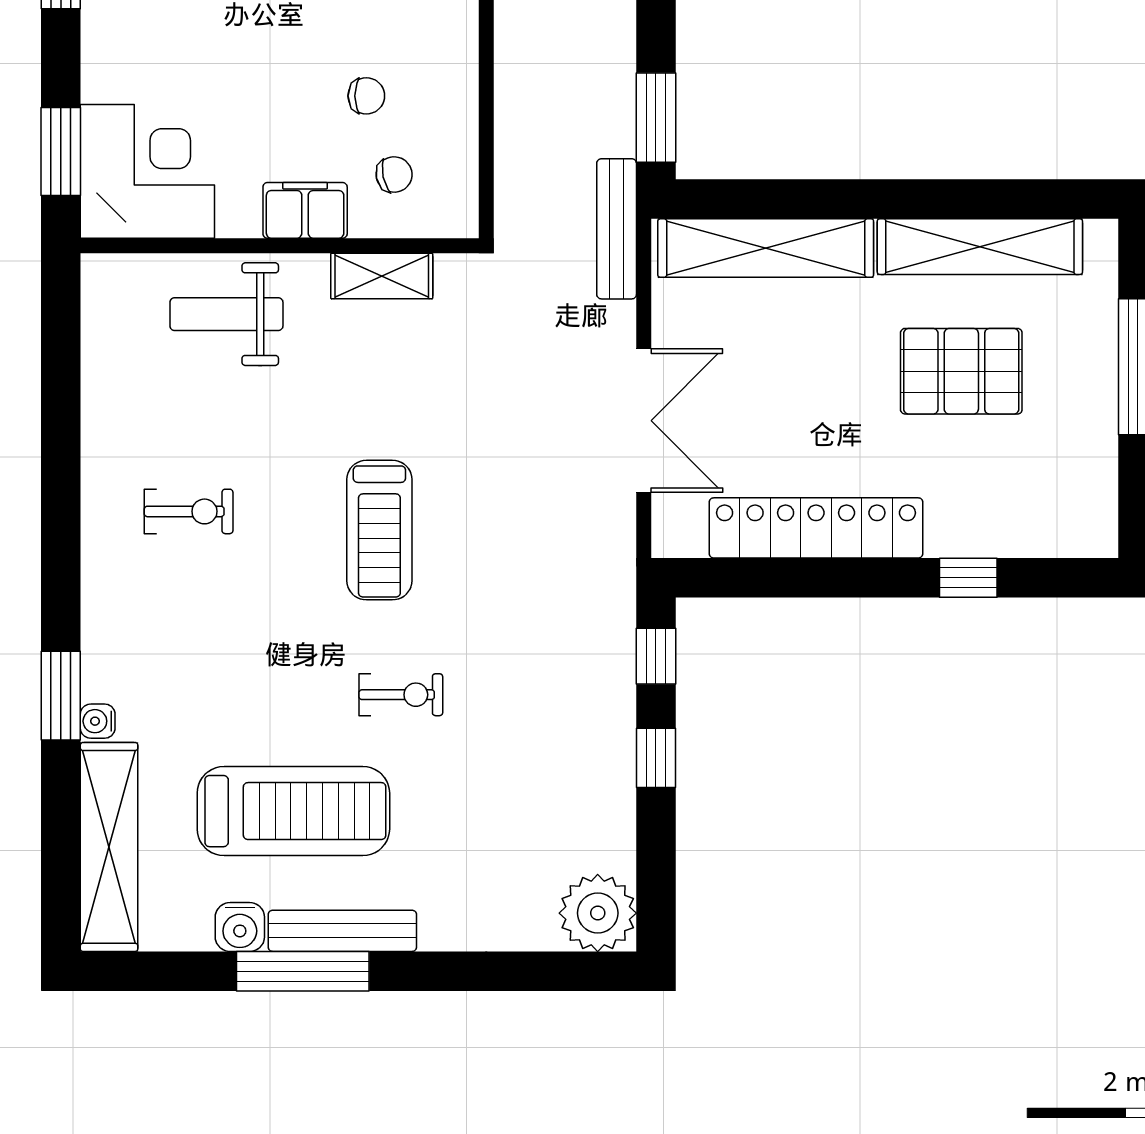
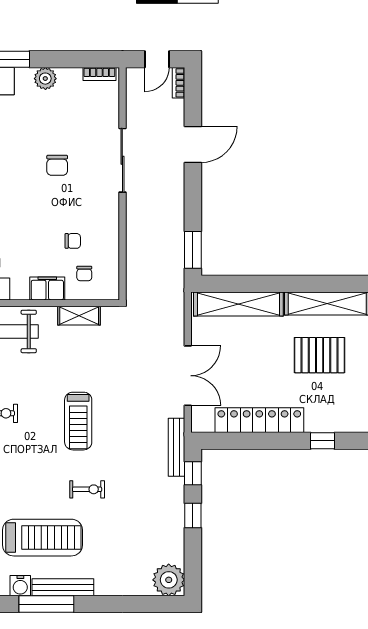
chair: (394, 175) -> (84, 274), turned 102
bench: (617, 229) -> (177, 447), moved

